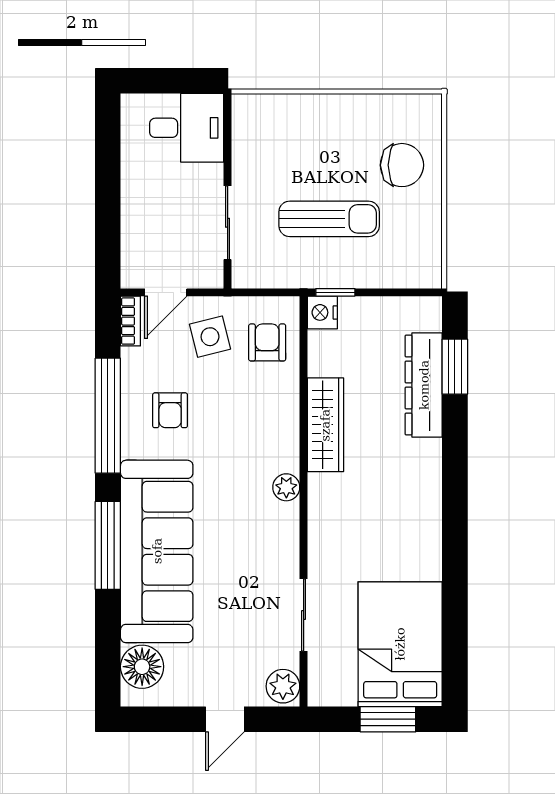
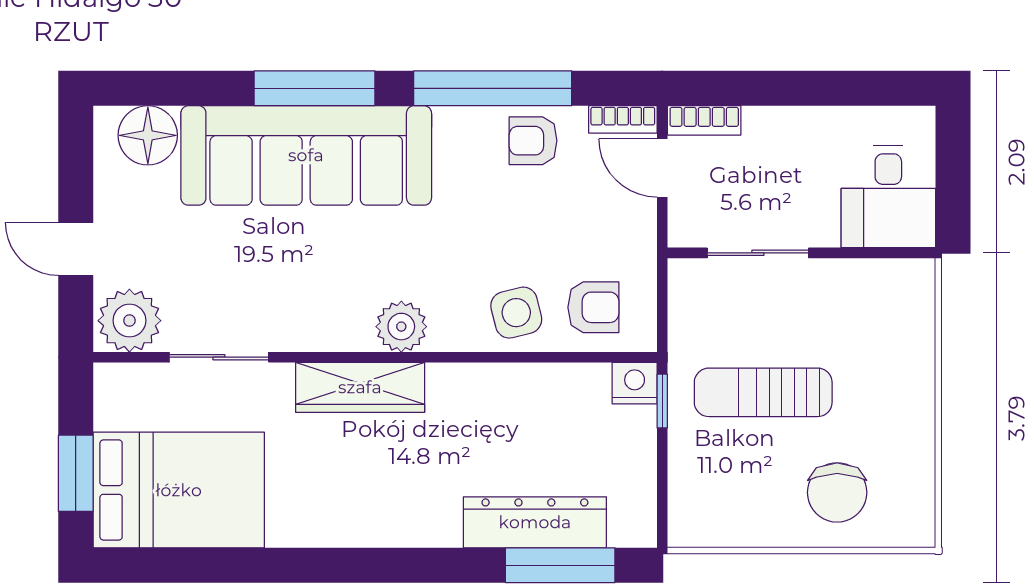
sun lounger: (329, 219) -> (763, 392), turned 90
bookcase: (131, 262) -> (704, 120), added
side table: (210, 337) -> (516, 313), moved
window: (455, 367) -> (560, 565), width x1.44
armchair: (170, 410) -> (533, 141), moved
wardrobe: (325, 425) -> (360, 387), moved
plant: (286, 487) -> (401, 327), width x1.38, depth x1.38
plant: (283, 686) -> (129, 321), width x1.36, depth x1.36

